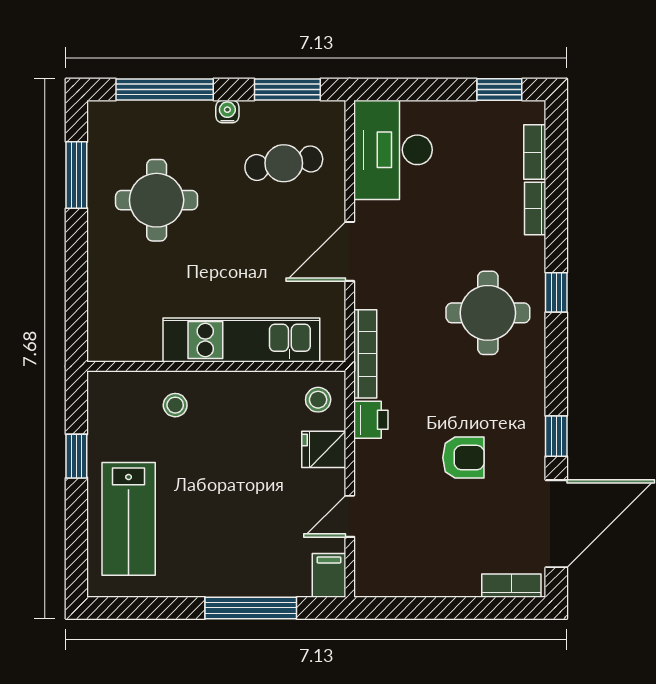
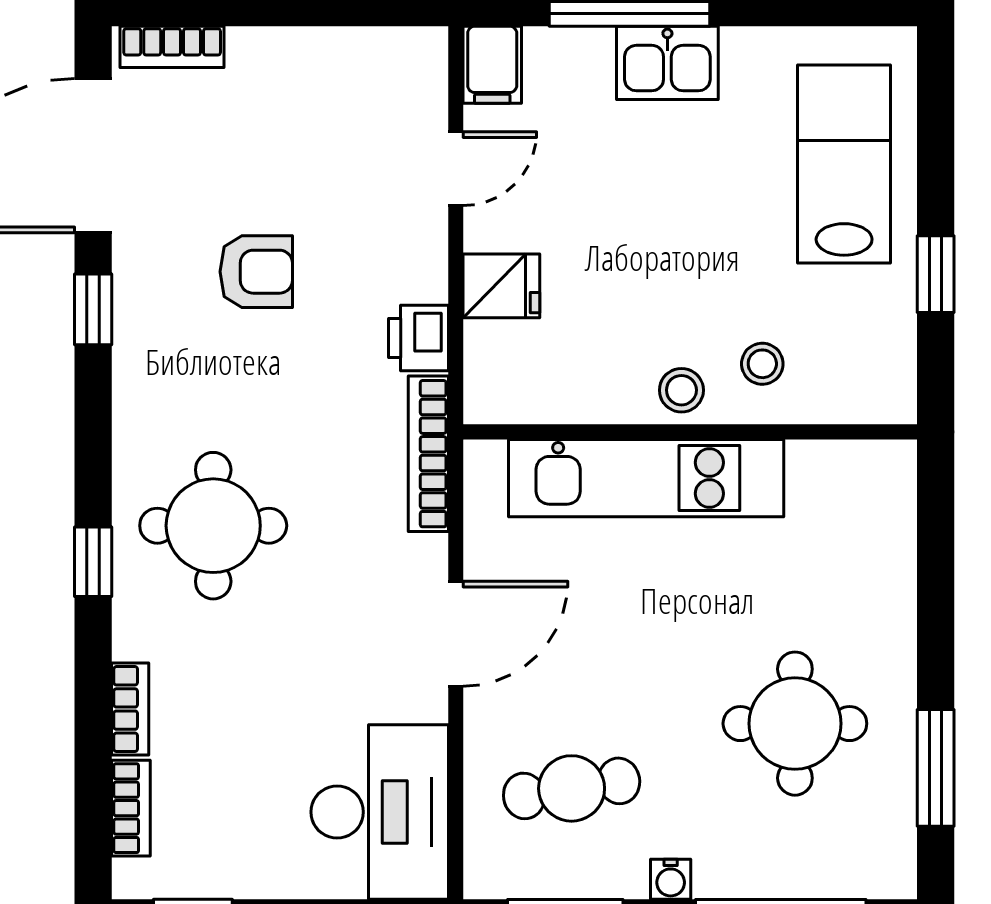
stool: (318, 400) -> (681, 390), moved
armchair: (463, 458) -> (256, 272), turned 180
kitchen sink: (229, 576) -> (667, 63), added

